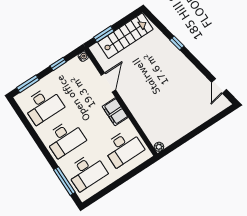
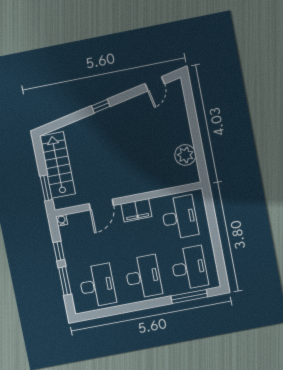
window: (177, 43) -> (101, 106), moved
door: (108, 83) -> (101, 205), swing flipped
window: (28, 84) -> (65, 281), moved
door: (219, 86) -> (155, 84), hinge flipped
plant: (159, 147) -> (185, 155), moved, width x1.87, depth x1.87

